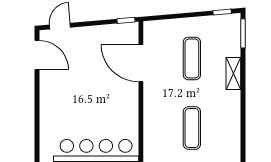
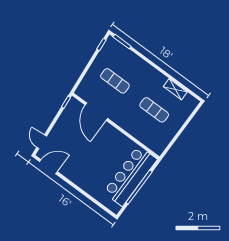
door: (141, 63) -> (96, 112), hinge flipped
shelving: (233, 73) -> (175, 89), moved

